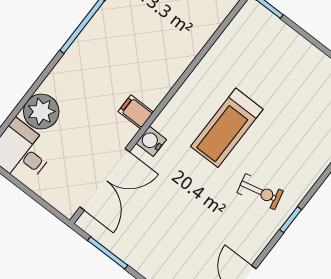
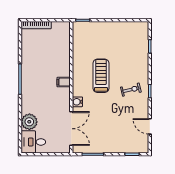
filing cabinet: (136, 112) -> (64, 82), moved
treadmill: (227, 128) -> (101, 76), turned 180

